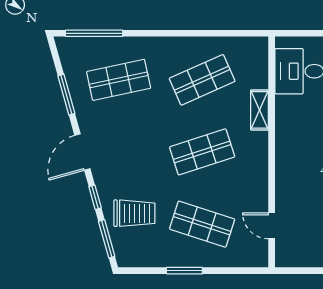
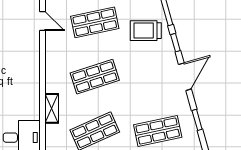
window: (66, 95) -> (197, 120), width x0.67
shop shelf: (202, 224) -> (95, 22), turned -30

